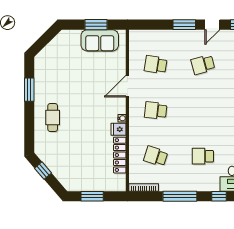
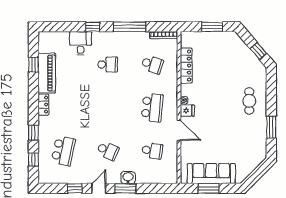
washbasin: (181, 36) -> (128, 178), added
sofa: (100, 40) -> (211, 174), width x1.36
school desk: (203, 65) -> (108, 151), turned 39
door: (127, 86) -> (179, 130), hinge flipped
school desk: (156, 110) -> (152, 108), width x1.85
fridge: (119, 129) -> (187, 111), moved

